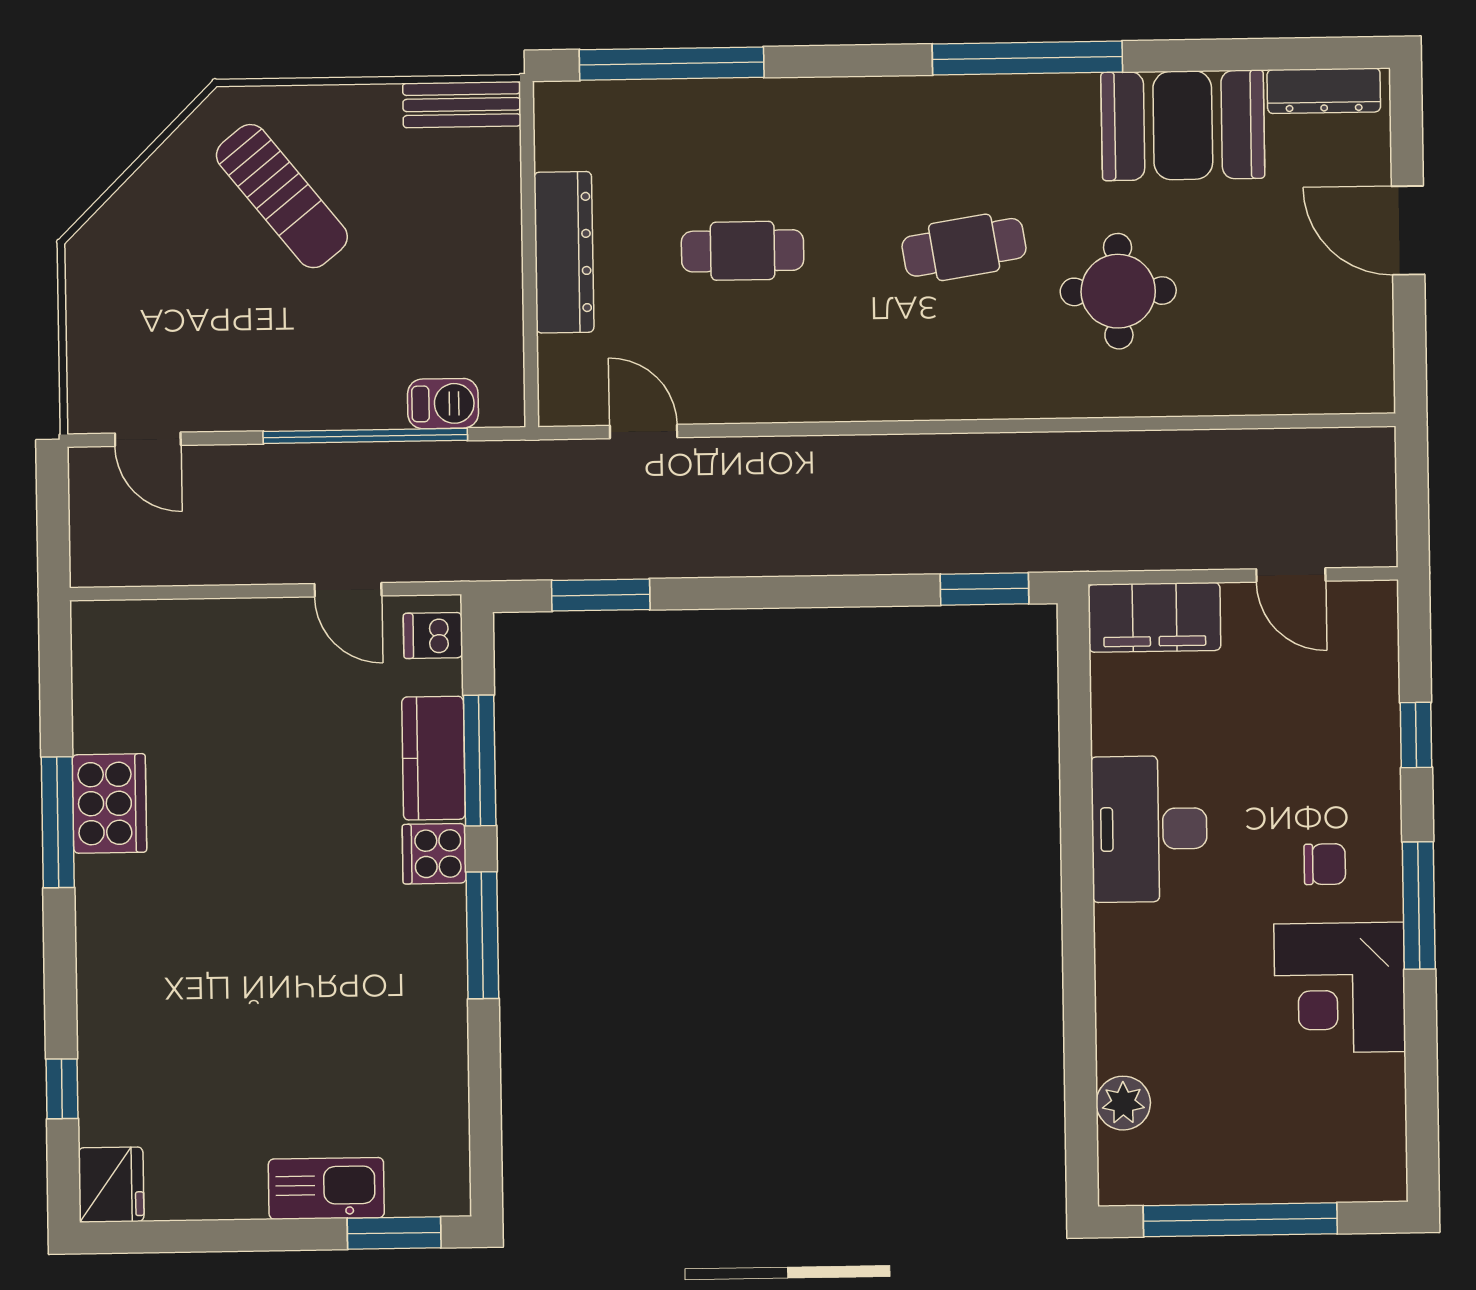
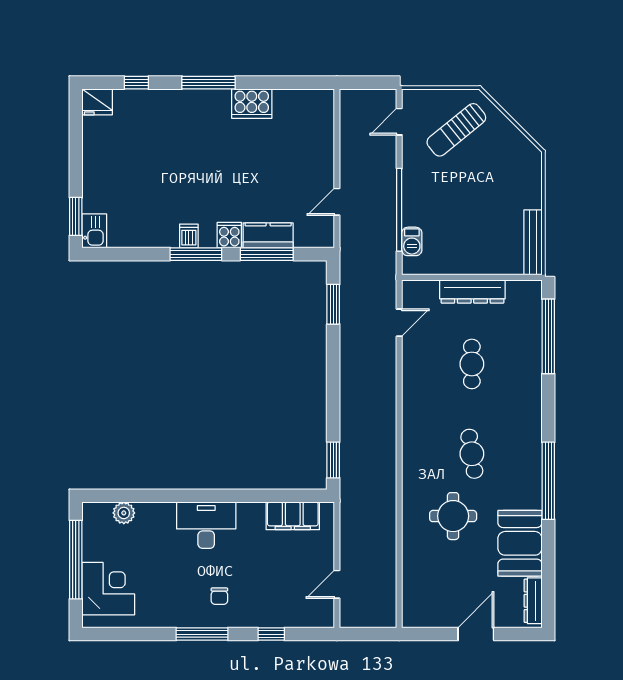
bench: (462, 105) -> (533, 242), width x1.36
sun lounger: (282, 196) -> (456, 130), moved
filing cabinet: (1154, 617) -> (293, 516), moved, turned -90
dishwasher: (433, 636) -> (189, 236), moved
window: (58, 822) -> (209, 83), moved
desk: (1149, 829) -> (206, 525), moved
corner desk: (1340, 988) -> (108, 589), moved, turned 90
kitchen sink: (326, 1188) -> (94, 231), moved, width x0.73

